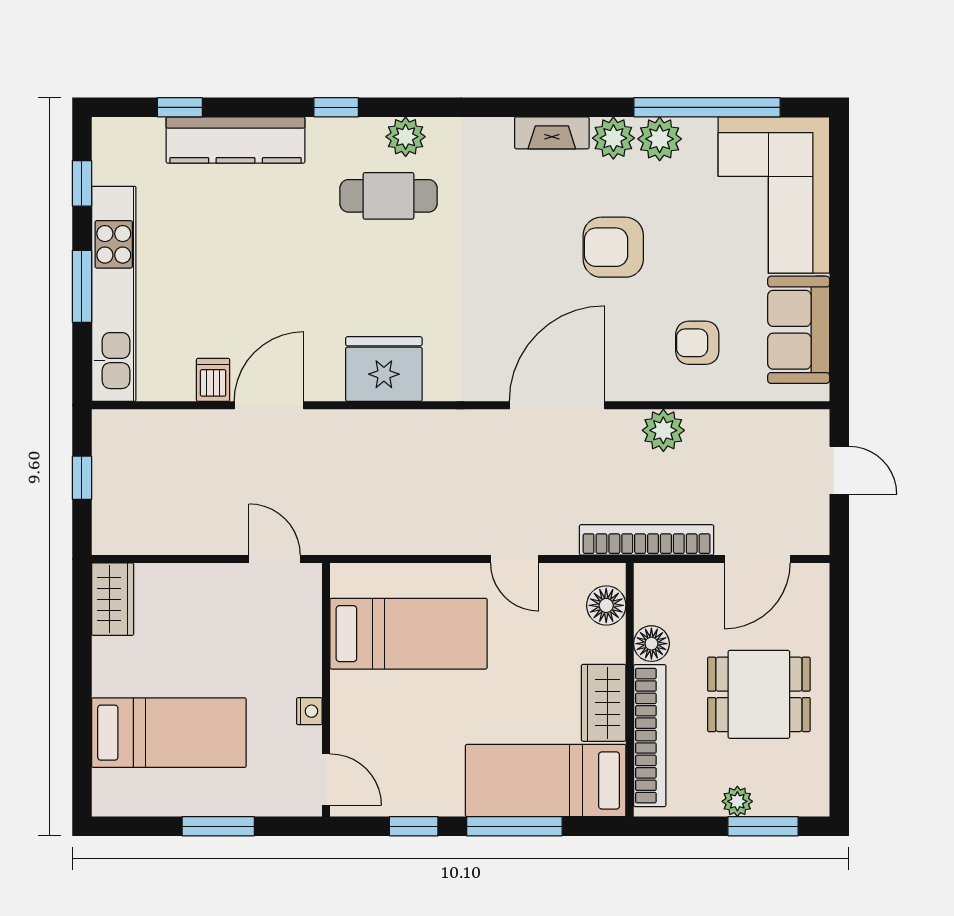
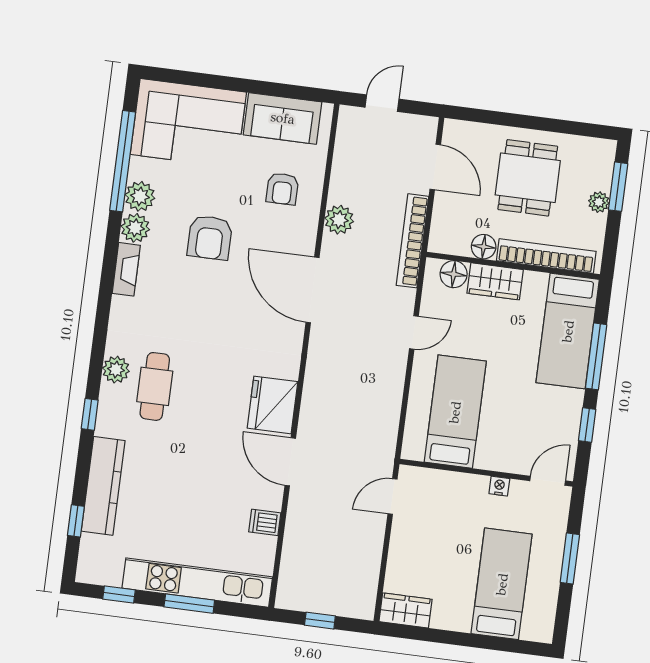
door: (269, 405) -> (290, 462), moved
wardrobe: (604, 703) -> (495, 281), moved

